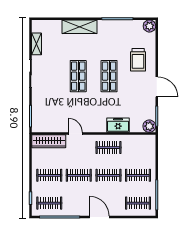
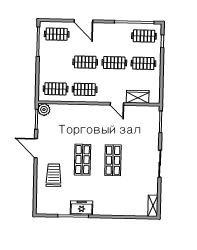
plant: (149, 26) -> (42, 208), removed
shelving: (80, 27) -> (111, 209), removed
shelving: (37, 44) -> (153, 206), moved
freezer: (118, 125) -> (82, 208), moved, turned 180
wardrobe: (49, 141) -> (138, 97), width x0.67
clothes rail: (138, 175) -> (56, 89), moved
door: (99, 217) -> (83, 21), moved

